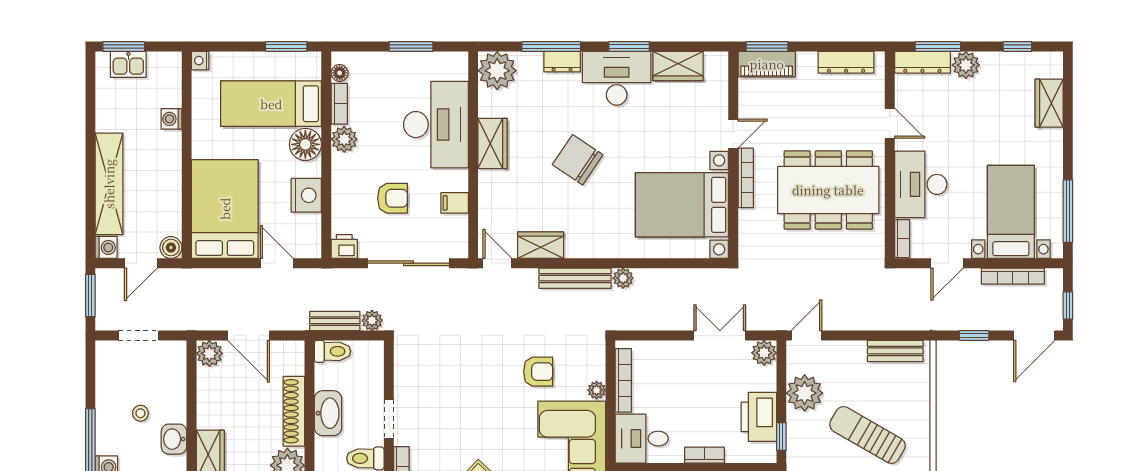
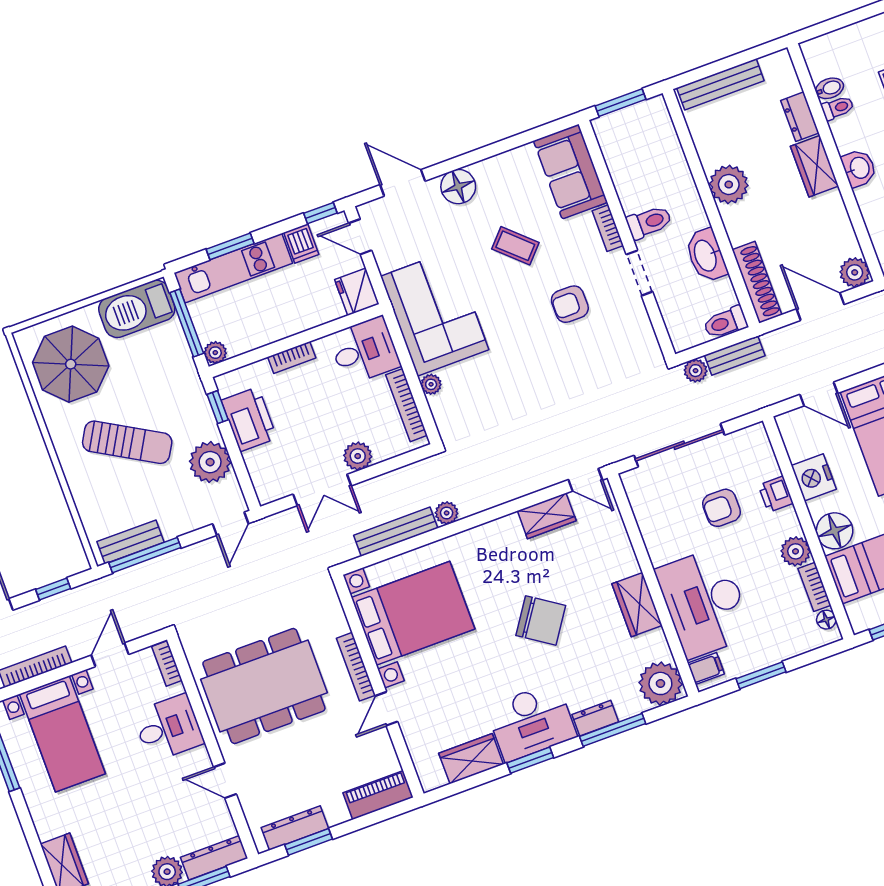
window: (767, 47) -> (309, 842), moved
desk: (921, 184) -> (168, 728), width x0.73
filing cabinet: (455, 203) -> (706, 669), moved
printer: (344, 246) -> (776, 494), moved, turned 90
bench: (575, 278) -> (396, 532), moved
window: (887, 335) -> (145, 555), added
plant: (764, 353) -> (358, 456), moved
armchair: (538, 372) -> (570, 304), moved
shoe rack: (294, 411) -> (757, 282), moved

